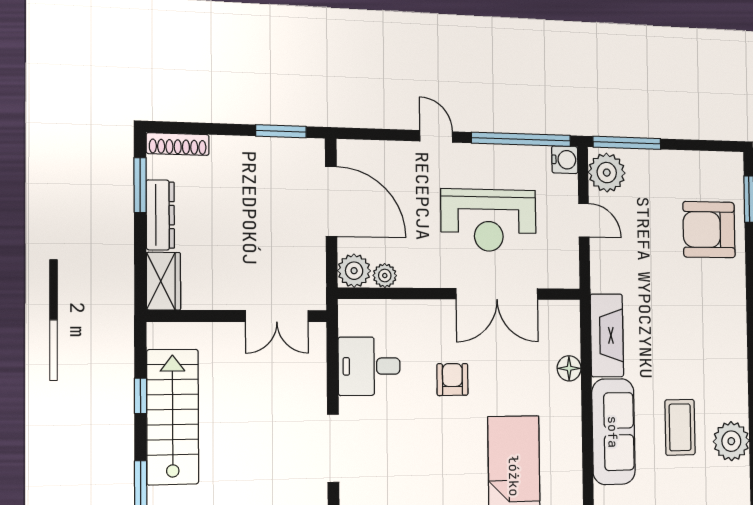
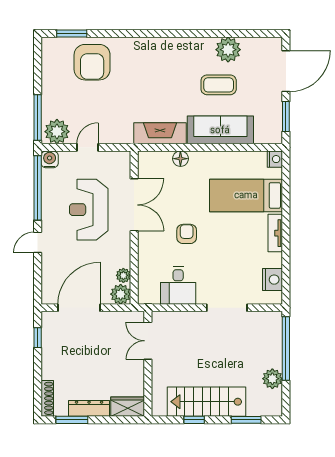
window: (281, 131) -> (38, 338), width x0.67
reception desk: (489, 220) -> (89, 210), turned 180
double door: (277, 316) -> (148, 341), swing flipped
armchair: (452, 379) -> (187, 234), turned 90

